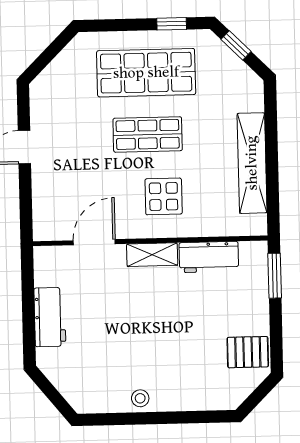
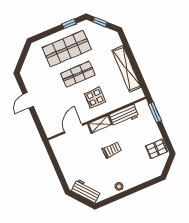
workbench: (50, 317) -> (86, 191), moved, turned -39
trolley: (155, 318) -> (112, 150), added

